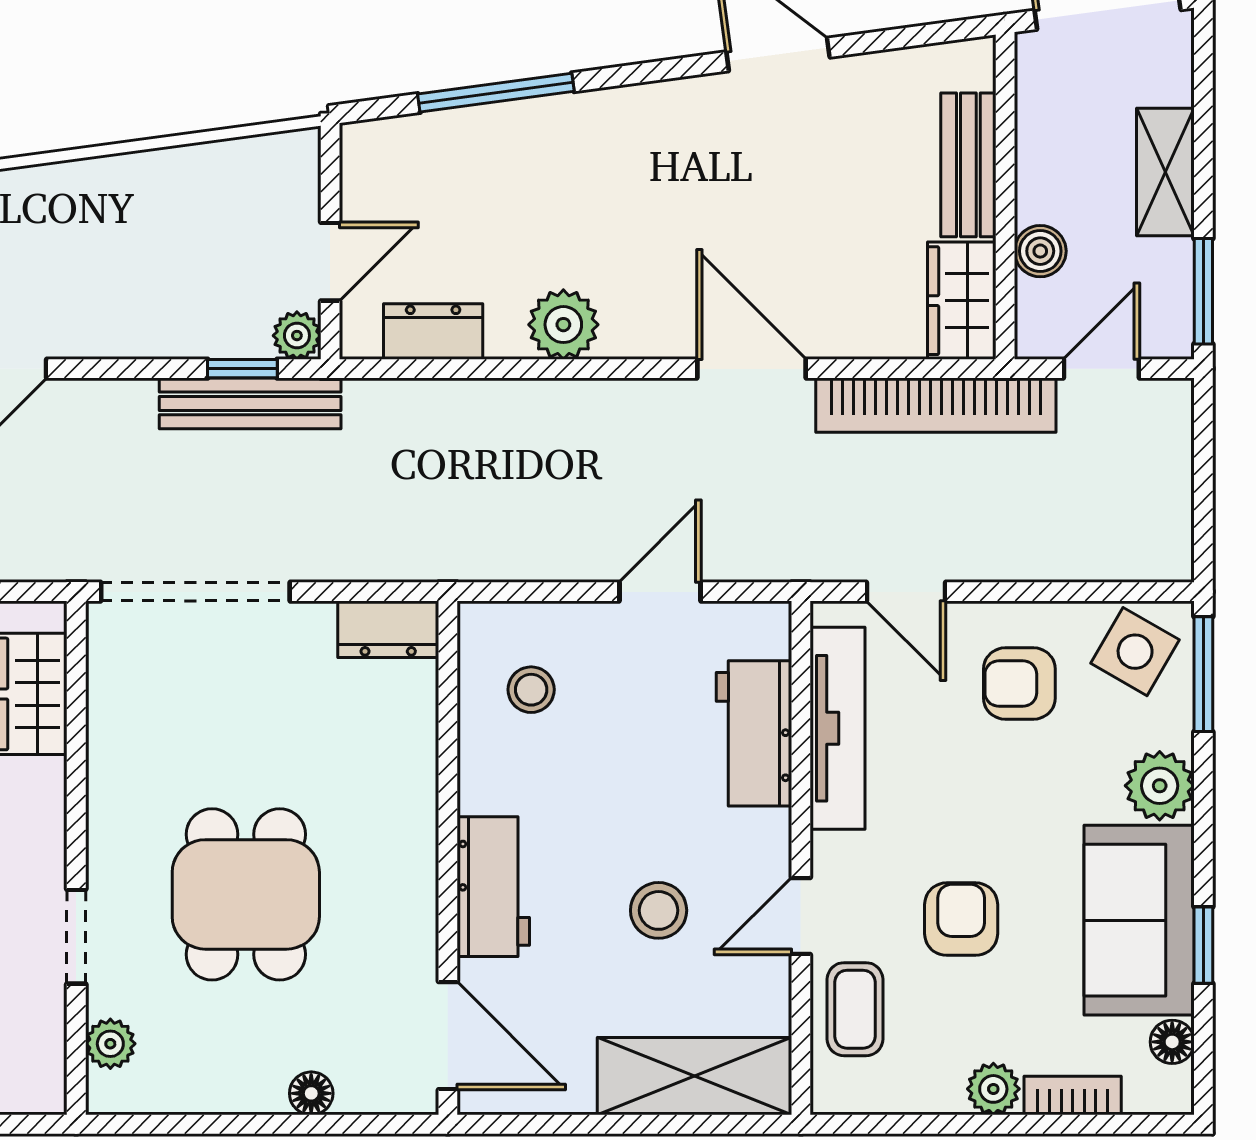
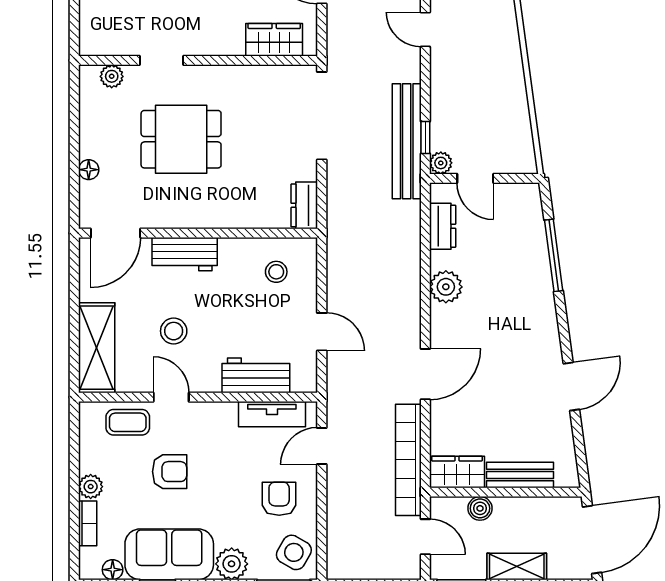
bench: (250, 403) -> (407, 141), width x1.37, depth x1.21
tv unit: (837, 728) -> (272, 414), width x0.71

